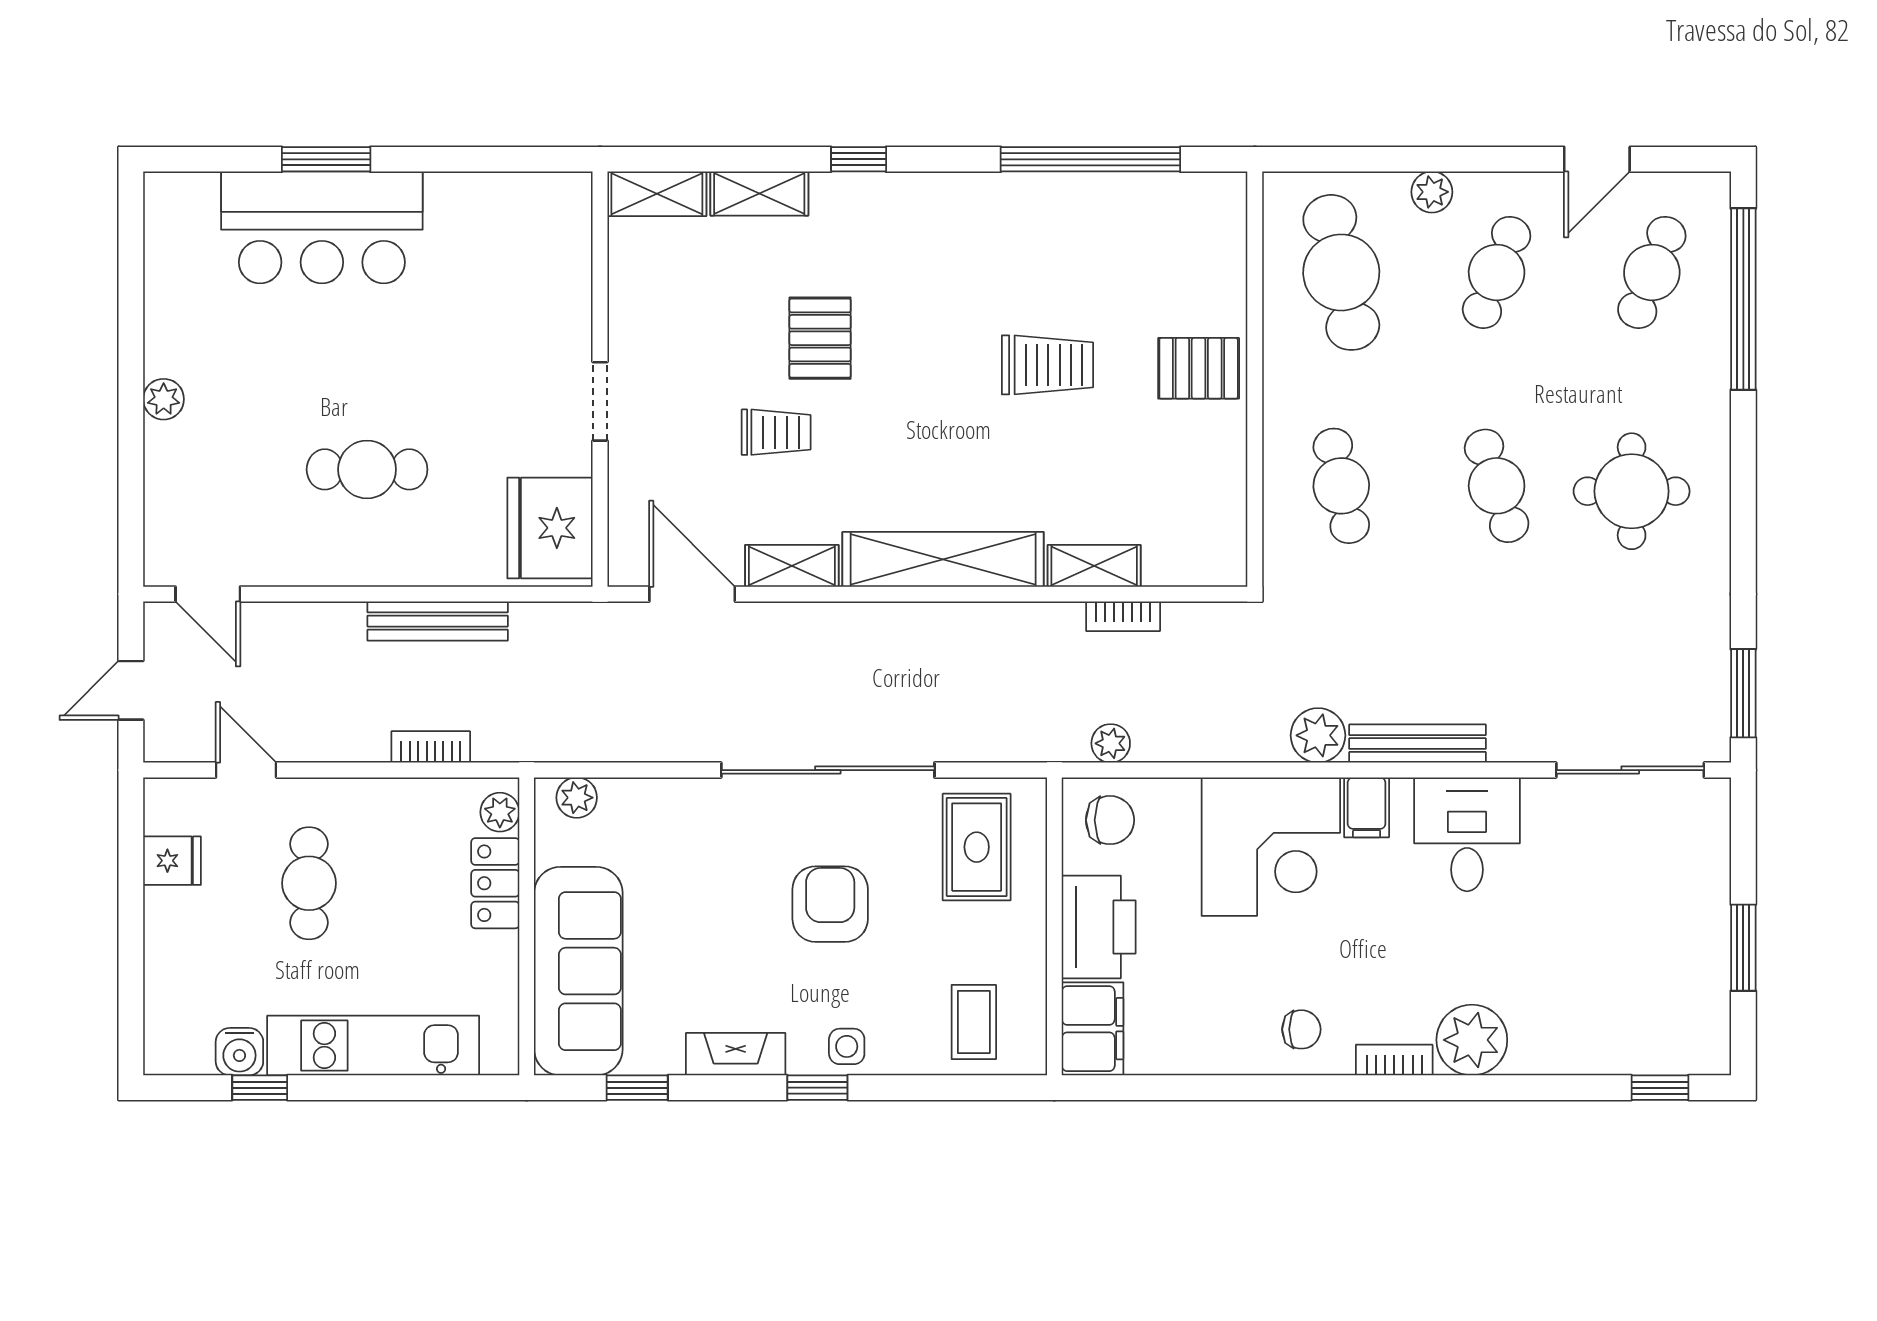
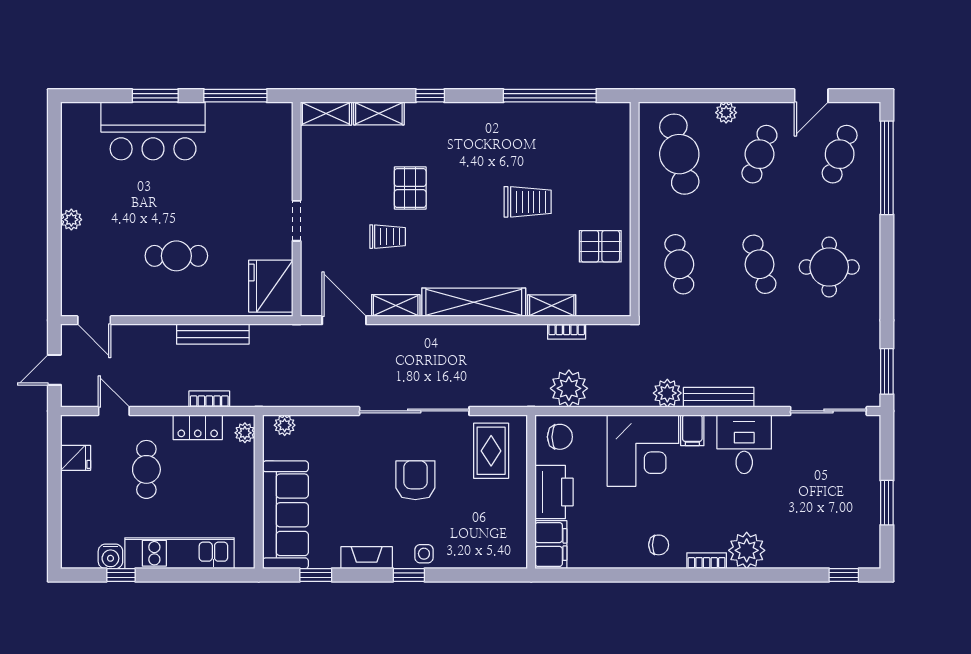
window: (481, 159) -> (235, 96), added
pallet: (1199, 368) -> (600, 246), moved
plant: (1111, 743) -> (569, 388), width x1.87, depth x1.87
locker: (495, 883) -> (198, 427), moved, turned -90
coffee table: (974, 1022) -> (490, 541), removed

